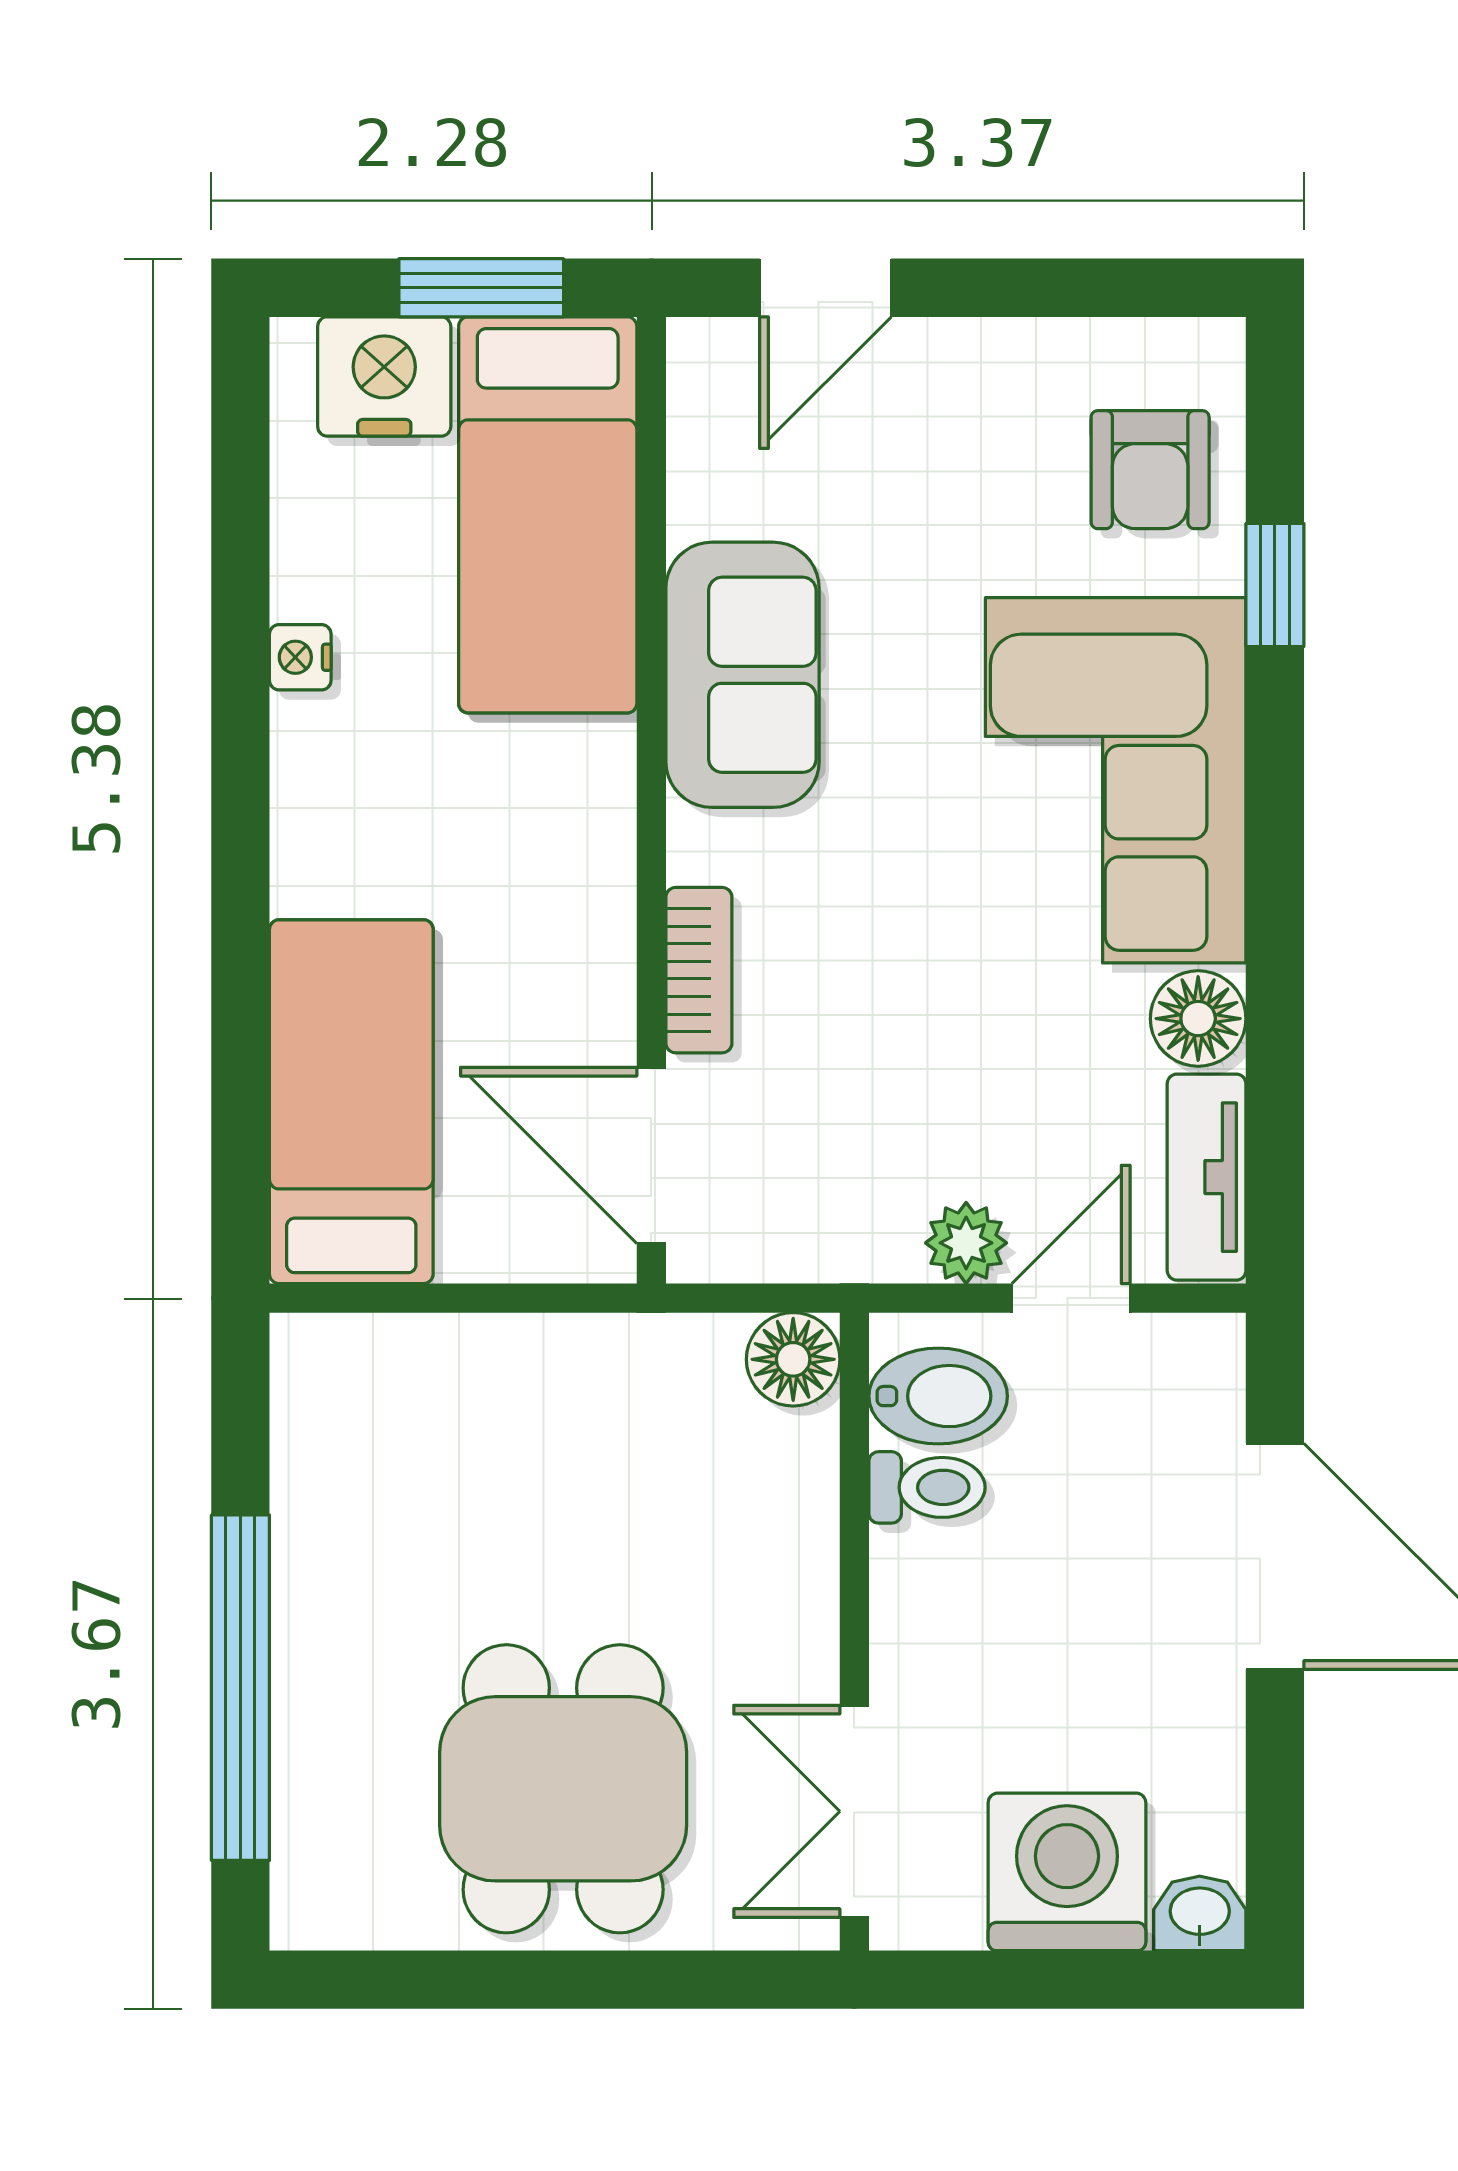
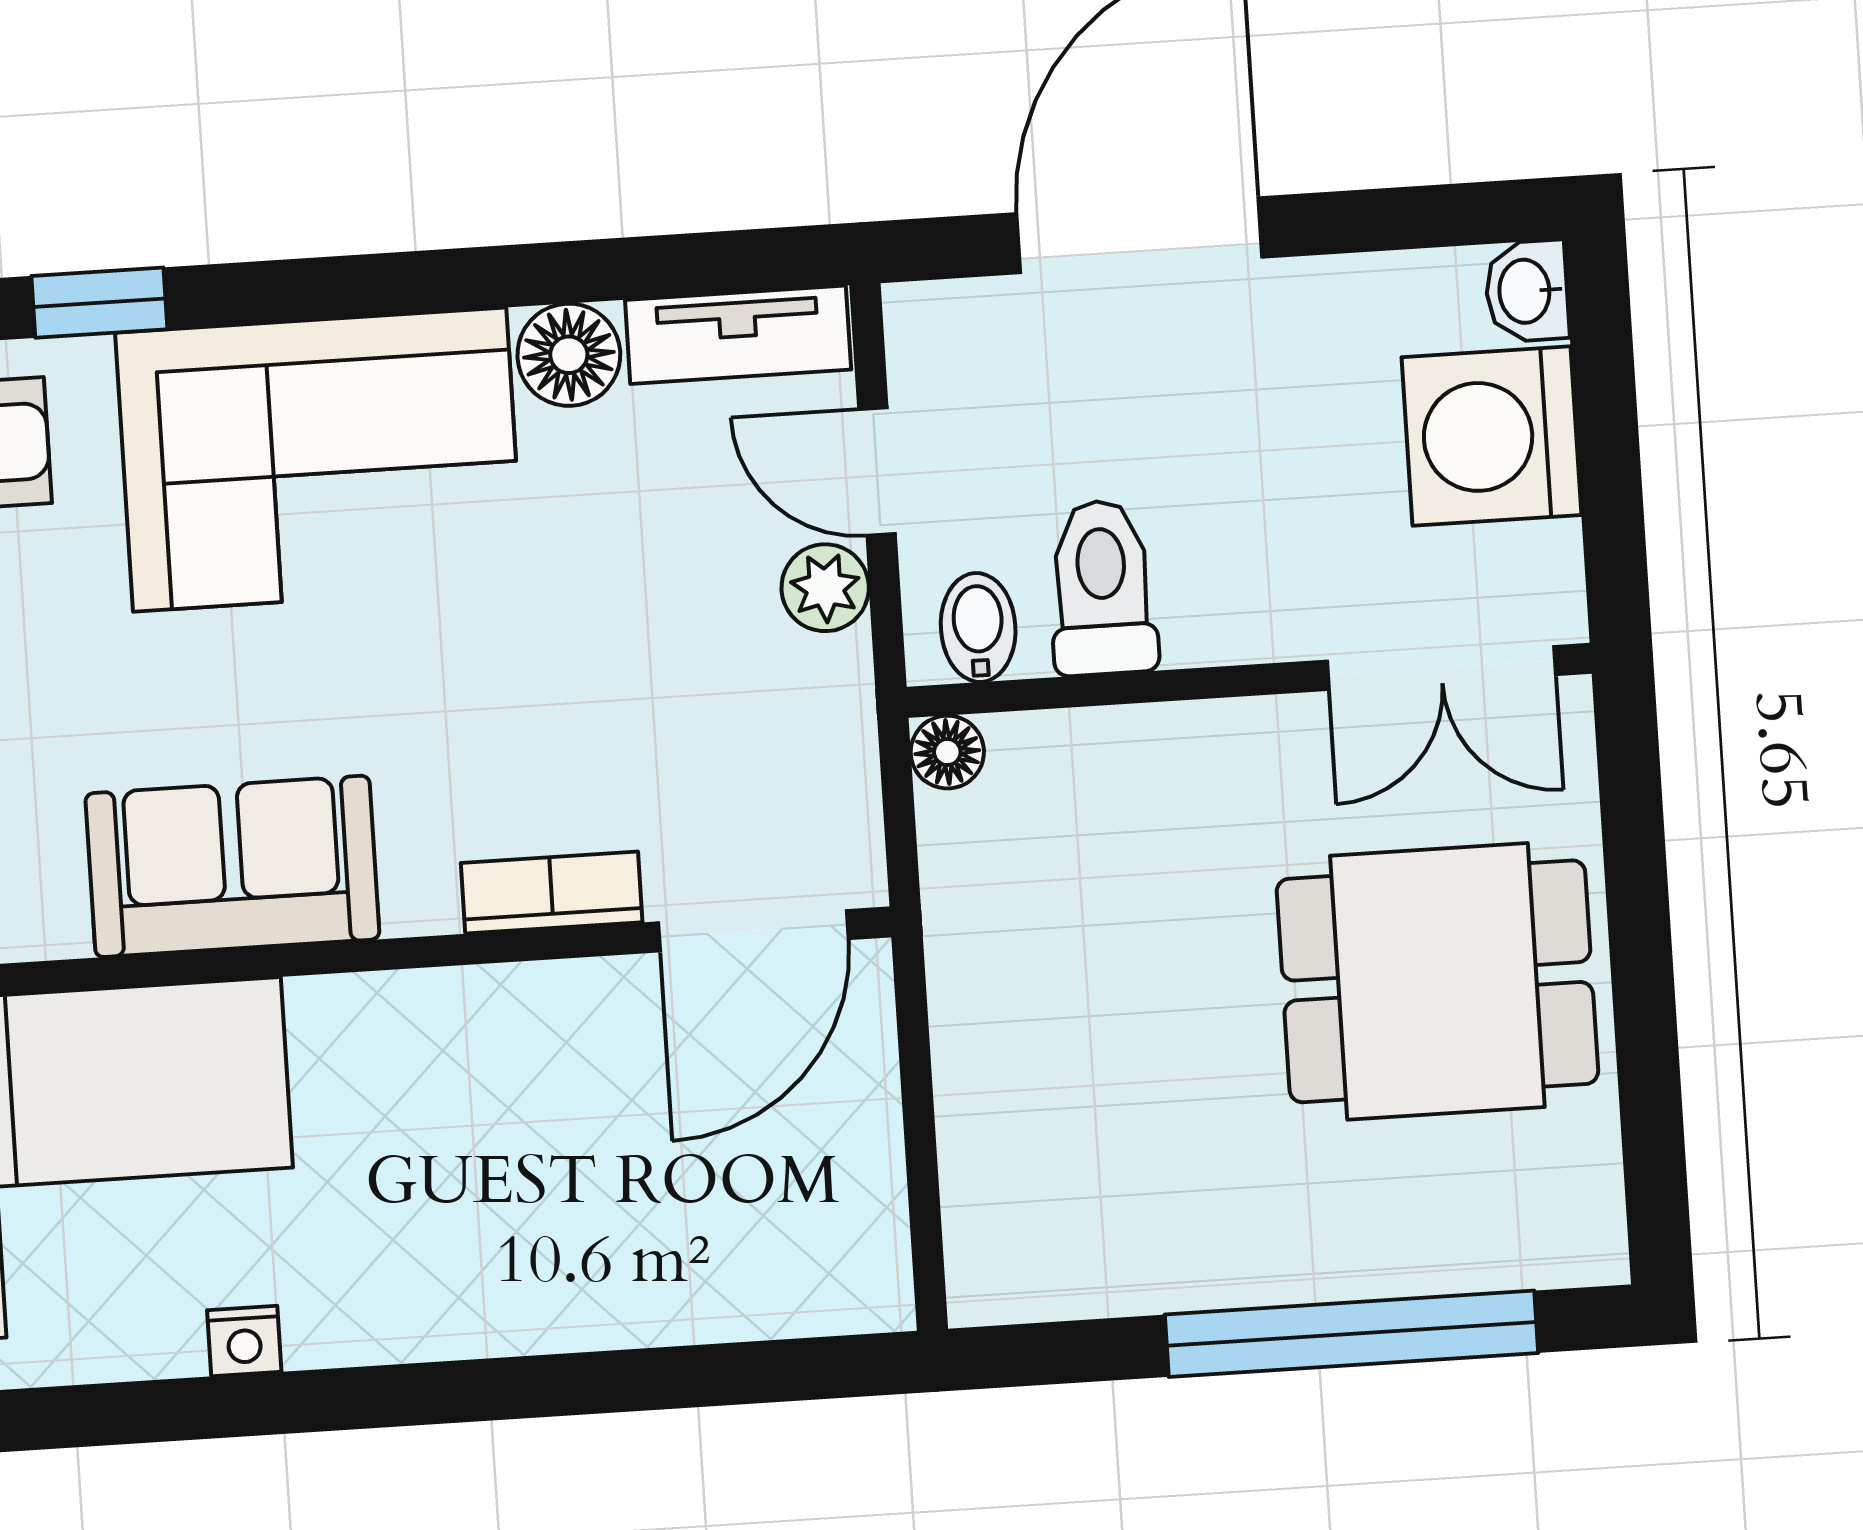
bed: (351, 1102) -> (717, 1256), removed
floor lamp: (793, 1359) -> (947, 752), width x0.73, depth x0.73
bidet: (938, 1396) -> (978, 627), width x0.72, depth x0.74
toilet: (927, 1487) -> (1102, 588), width x1.37, depth x1.39

